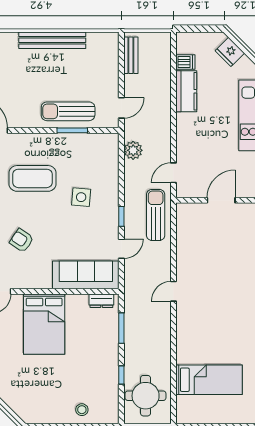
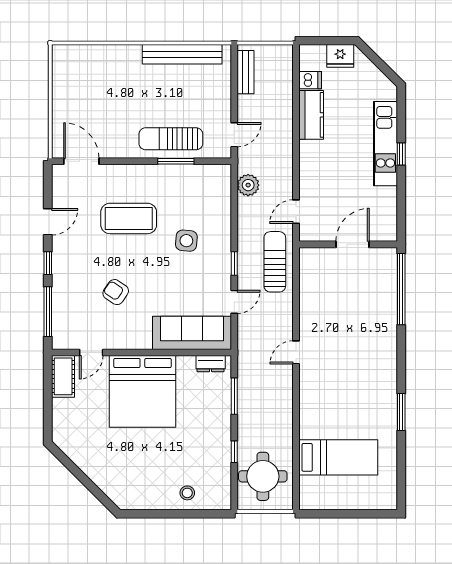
bench: (52, 40) -> (182, 54), moved
fridge: (230, 52) -> (340, 56), moved, turned -45
bed: (44, 324) -> (142, 391), width x1.36

